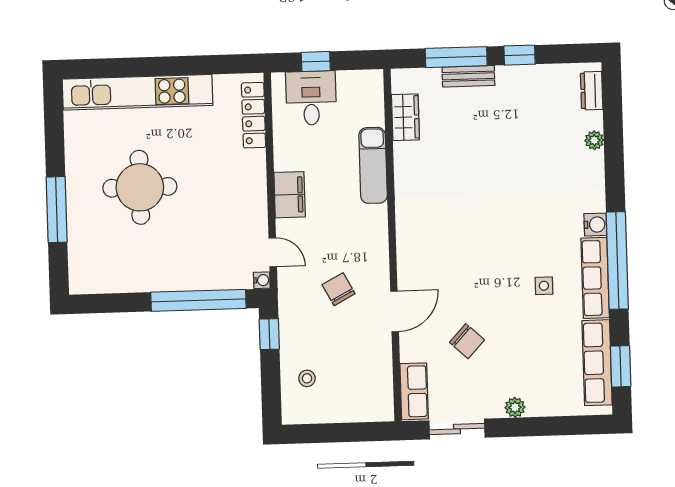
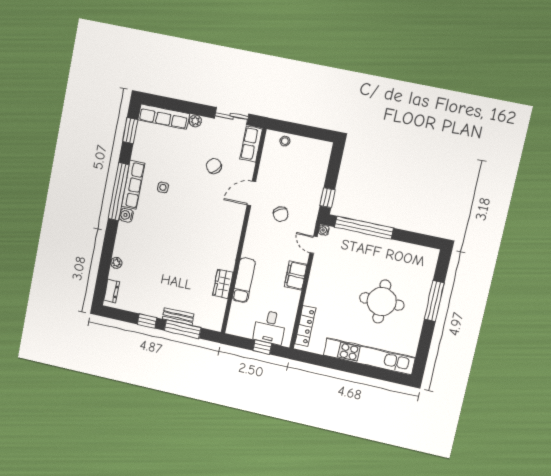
wardrobe: (405, 117) -> (223, 284), moved
row of seats: (597, 363) -> (164, 117), moved, turned 90
stool: (307, 378) -> (285, 141), moved

